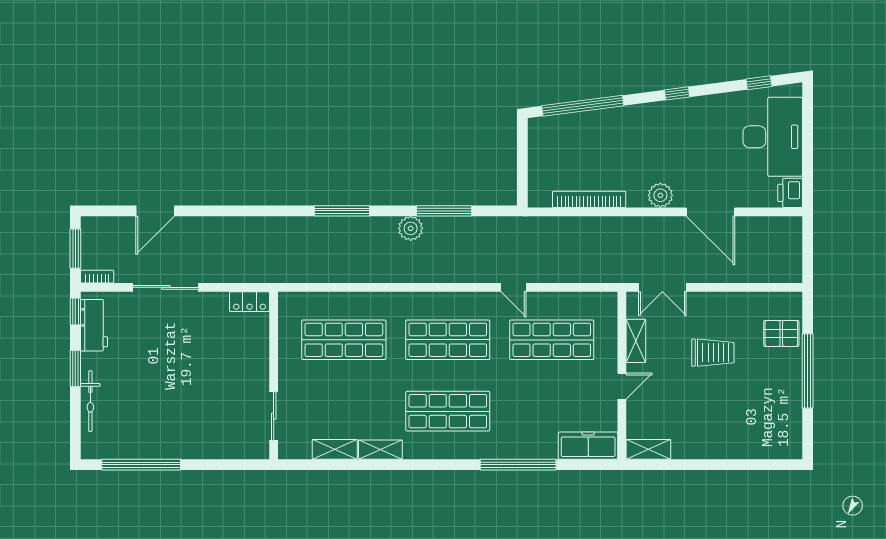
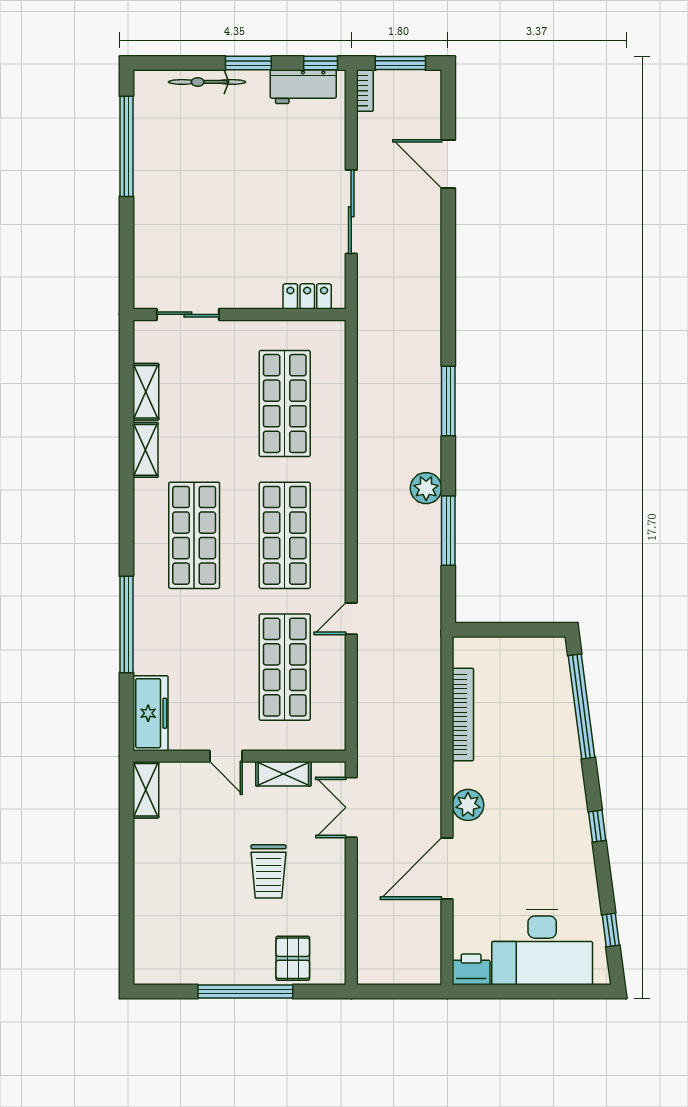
sliding door: (166, 287) -> (351, 212), moved
locker: (250, 302) -> (307, 296), moved, turned 90

